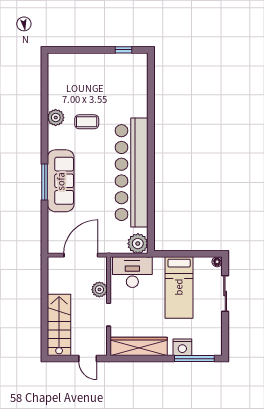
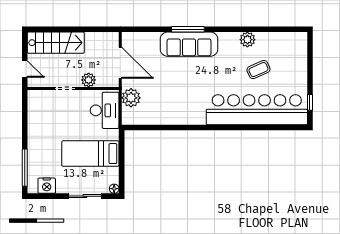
coffee table: (87, 122) -> (258, 70), moved, turned 66
bar counter: (132, 173) -> (257, 110), moved
plant: (138, 244) -> (131, 98), moved
wardrobe: (139, 346) -> (36, 116), removed
nightstand: (182, 347) -> (47, 186), moved, turned -90
door: (88, 359) -> (25, 69), swing flipped

